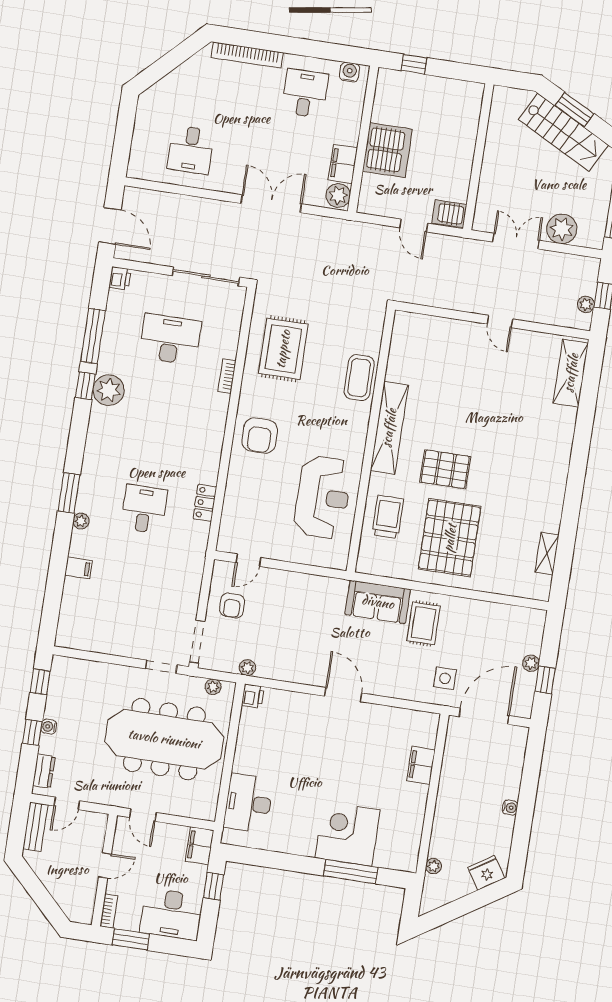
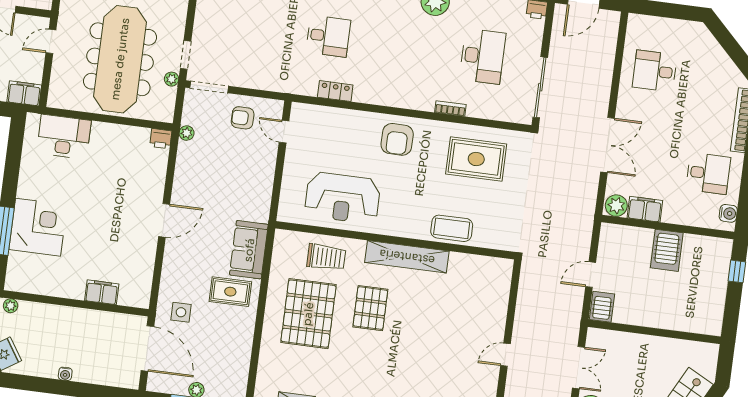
server rack: (387, 150) -> (667, 250), width x0.62
armchair: (260, 436) -> (397, 139), turned -90
pallet: (450, 538) -> (308, 314), turned 90
plant: (213, 687) -> (172, 79), moved

